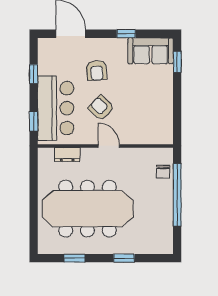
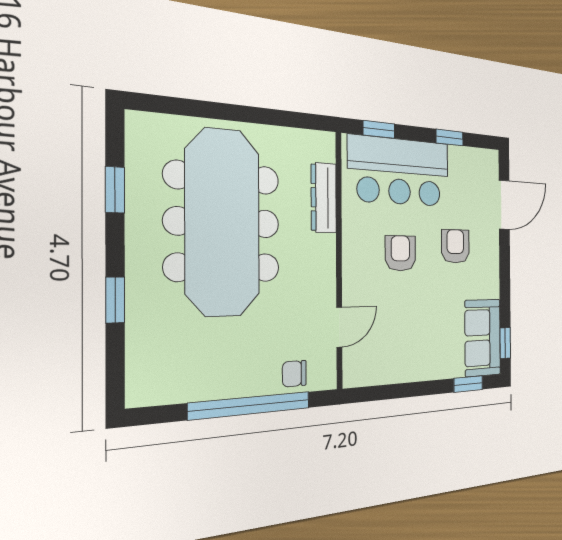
window: (126, 34) -> (505, 343), moved
armchair: (97, 70) -> (455, 246), turned 94
armchair: (101, 108) -> (400, 253), turned -44
door: (109, 146) -> (339, 327), moved
dresser: (67, 155) -> (324, 198), width x1.44

